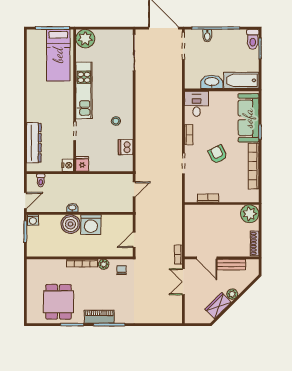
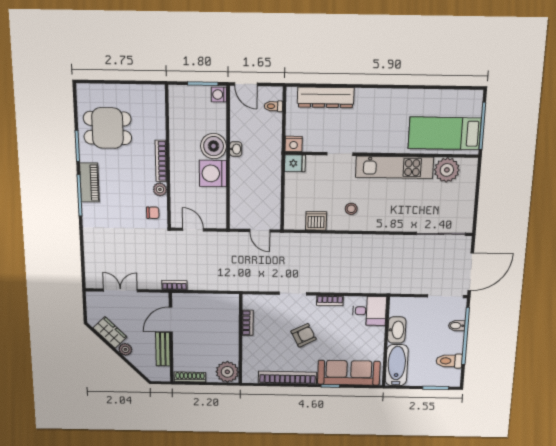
plant: (85, 39) -> (447, 170), moved
toilet: (253, 39) -> (449, 361), moved
double door: (183, 282) -> (120, 290), moved

